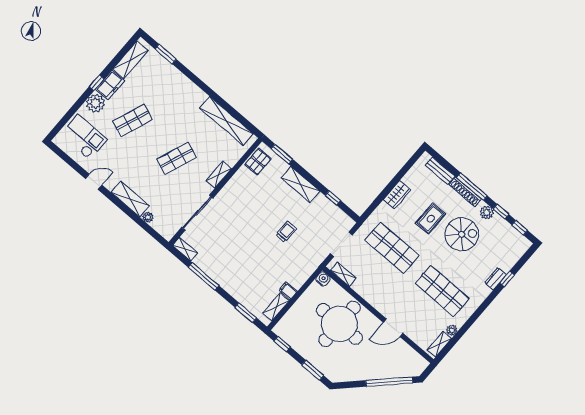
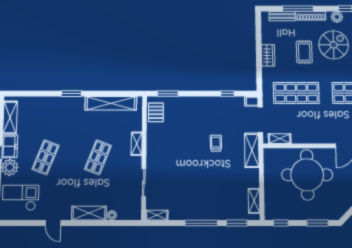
window: (166, 54) -> (71, 94), moved
door: (94, 182) -> (53, 223), swing flipped
shelving: (300, 184) -> (252, 150), moved, turned 90
window: (472, 187) -> (298, 9), moved
sliding door: (197, 213) -> (144, 182), width x0.73
window: (204, 276) -> (201, 223), moved
water cooler: (323, 279) -> (269, 154), removed
filing cabinet: (288, 291) -> (251, 101), moved

